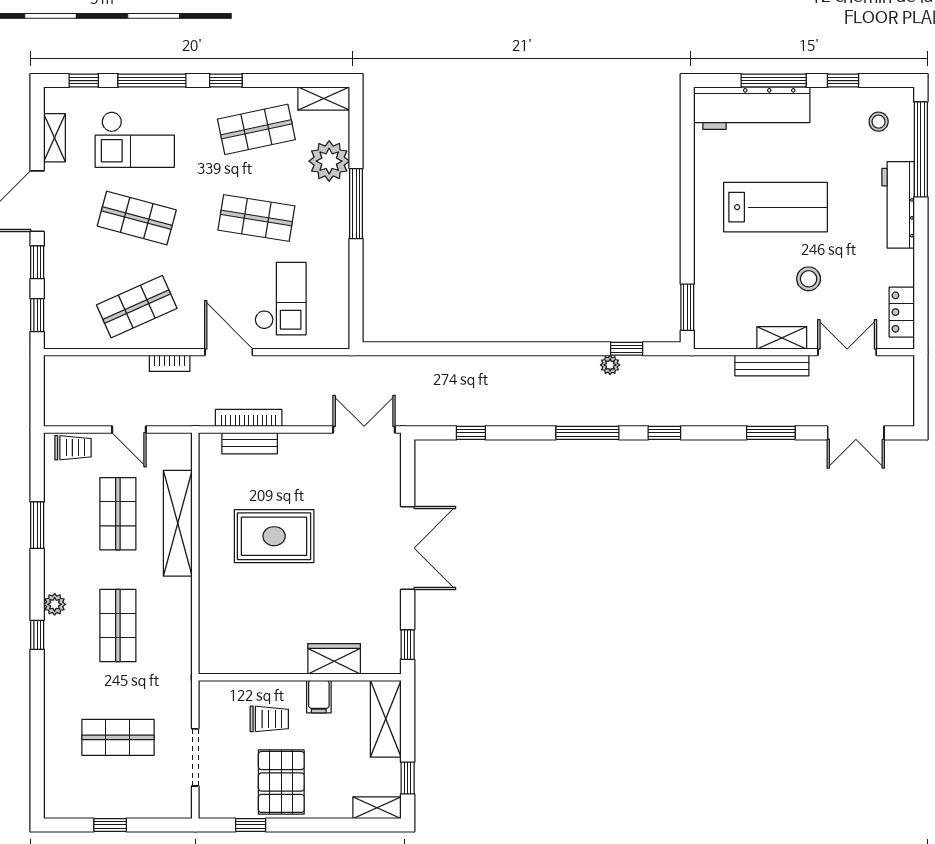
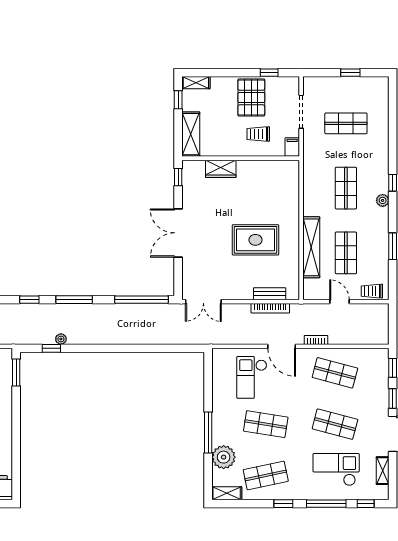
shop shelf: (137, 307) -> (335, 373), turned 39
window: (471, 433) -> (141, 300), width x3.17
filing cabinet: (319, 697) -> (292, 147), moved

